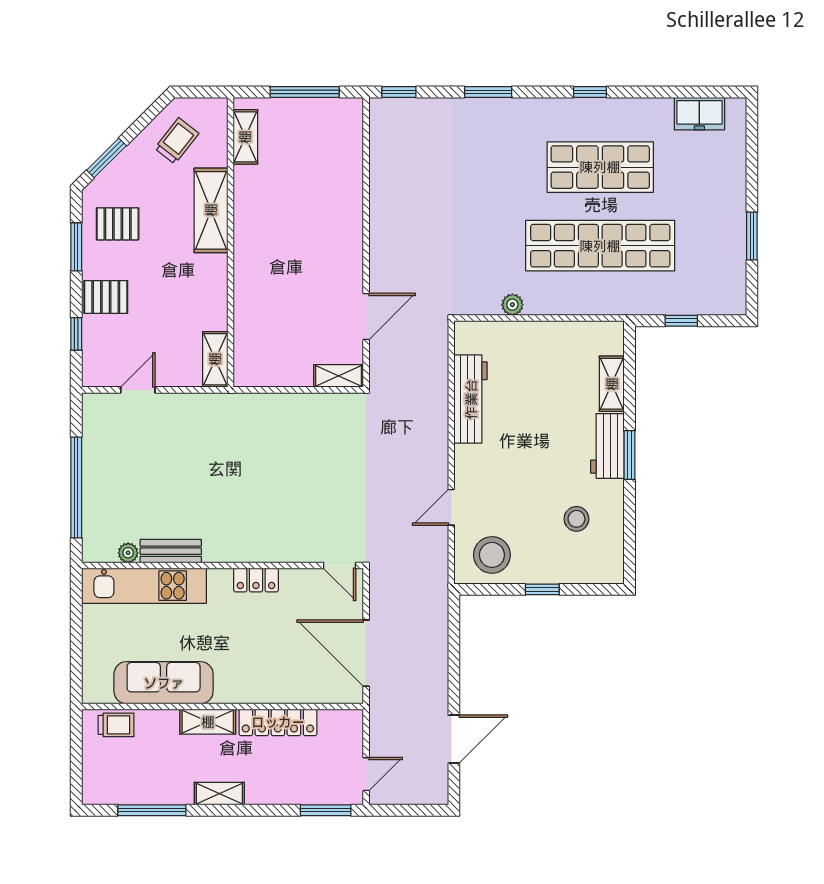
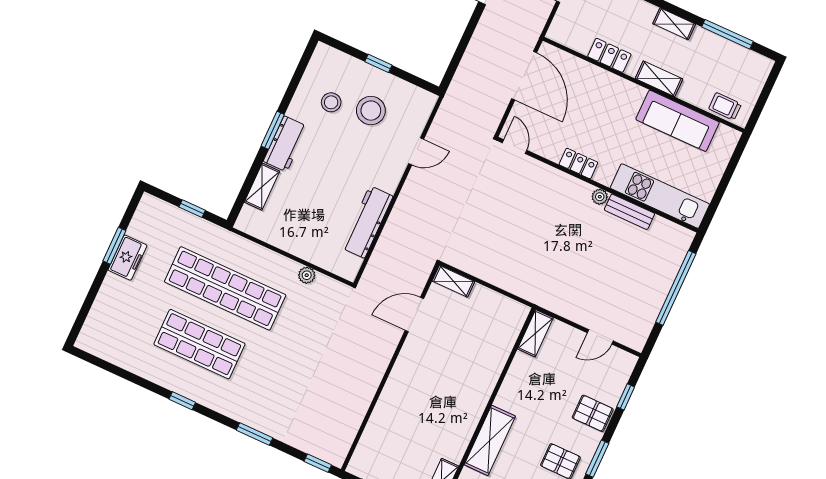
freezer: (699, 114) -> (128, 258), moved, turned 90
plant: (128, 553) -> (600, 197), moved
stool: (492, 555) -> (371, 111), moved
locker: (278, 722) -> (609, 55), width x0.66

